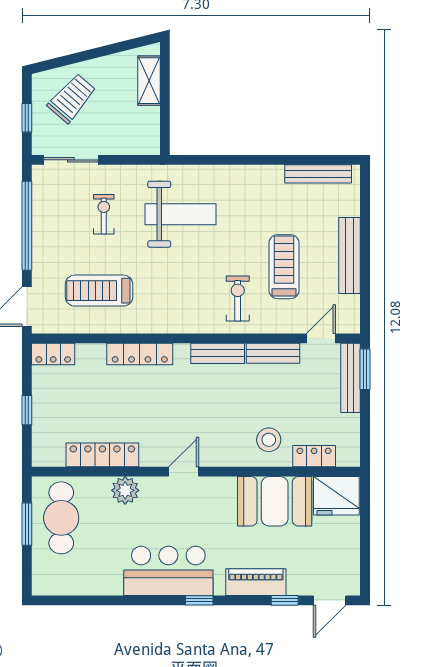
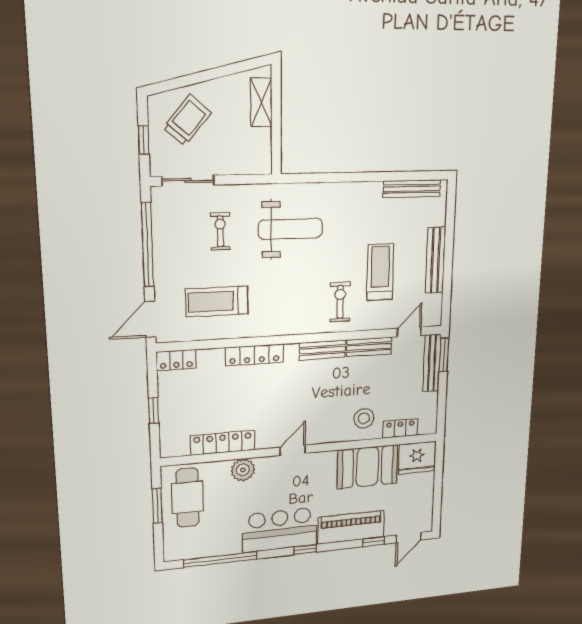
piano: (256, 582) -> (351, 527), width x1.37, depth x1.33
window: (97, 600) -> (220, 559), added

